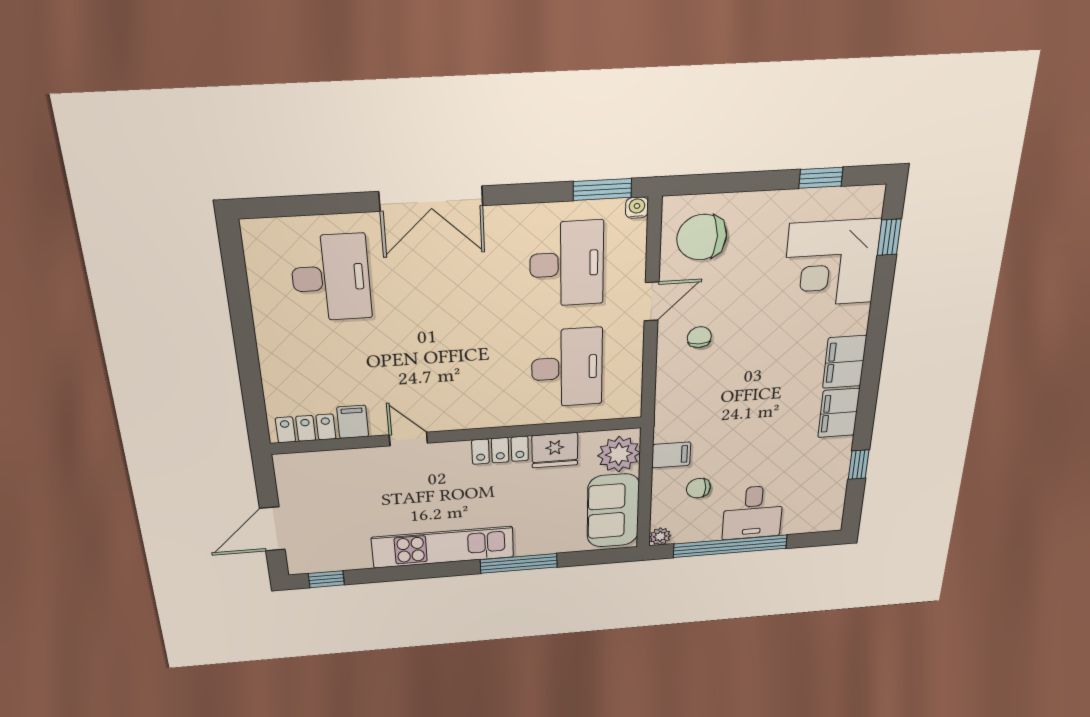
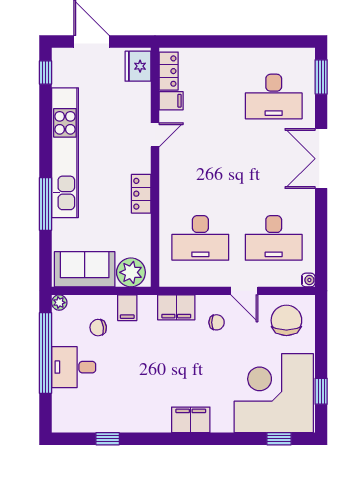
window: (602, 189) -> (321, 77), moved
corner desk: (831, 263) -> (274, 393), width x1.36, depth x1.36
filing cabinet: (839, 413) -> (176, 307), moved, turned 180
fridge: (555, 450) -> (138, 66), moved
chair: (698, 488) -> (98, 328), turned -97
kitchen unit: (443, 547) -> (65, 153), width x1.36

